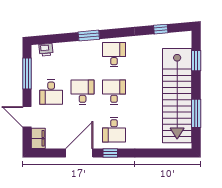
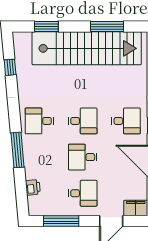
window: (89, 36) -> (18, 150), width x1.44
printer: (46, 50) -> (33, 187), moved
desk: (114, 92) -> (83, 121), turned 180

